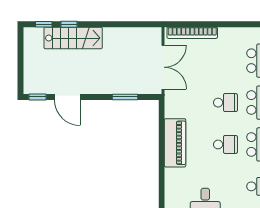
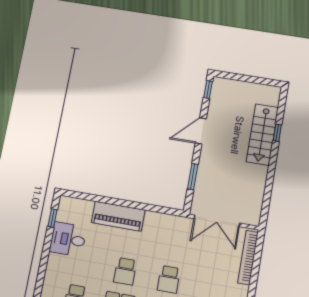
window: (44, 24) -> (281, 108), removed
door: (67, 97) -> (201, 131), moved
piano: (175, 143) -> (118, 216), moved

